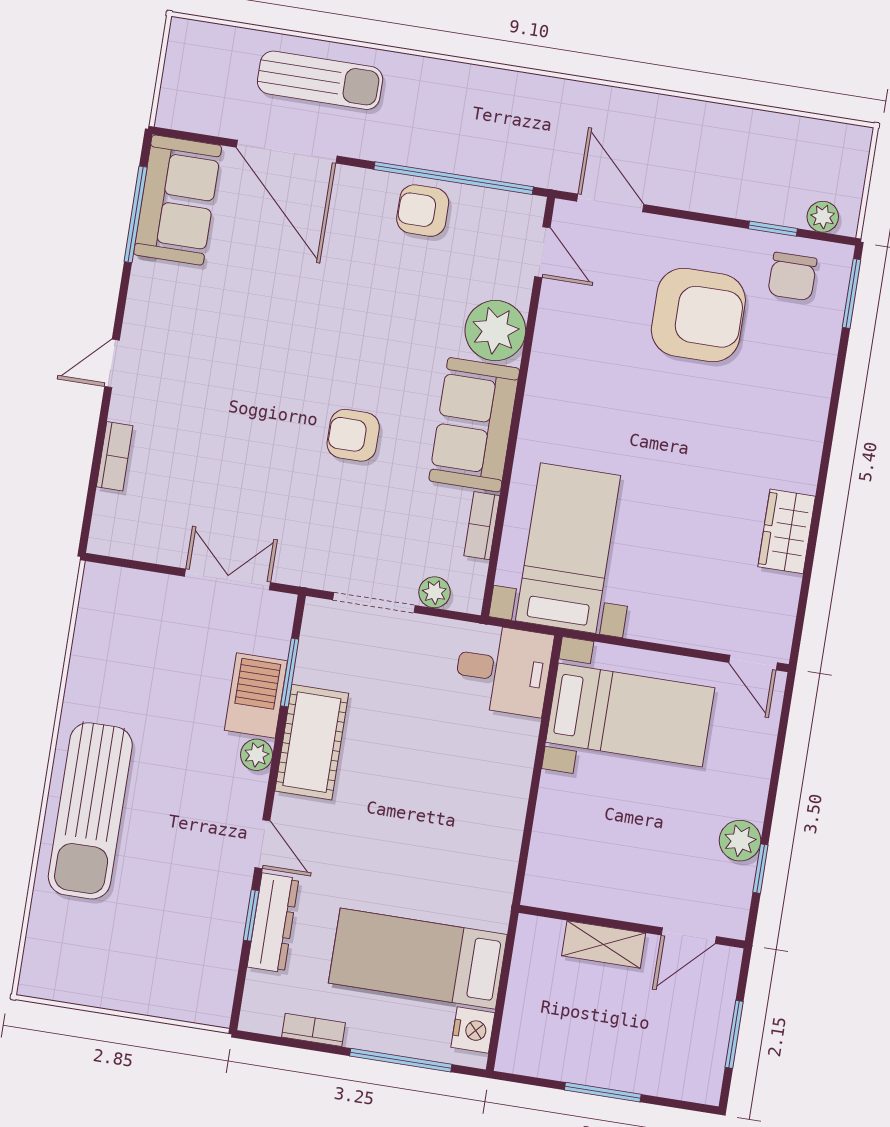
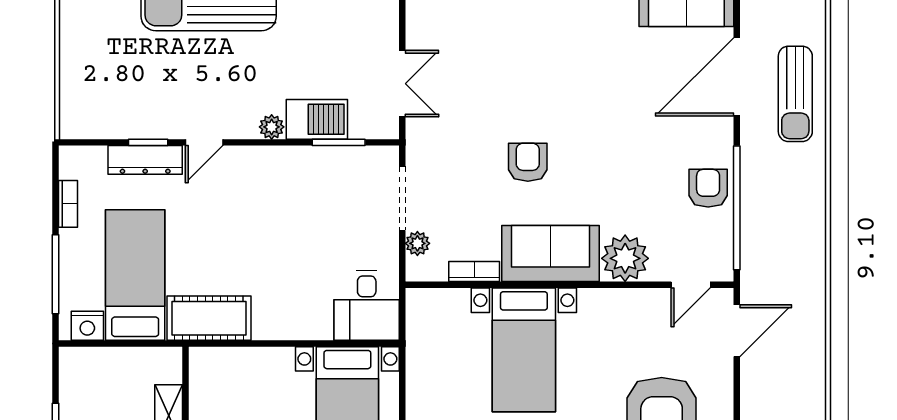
bed with nightstands: (568, 548) -> (524, 350), moved, turned 90
cot: (312, 742) -> (209, 318), moved

